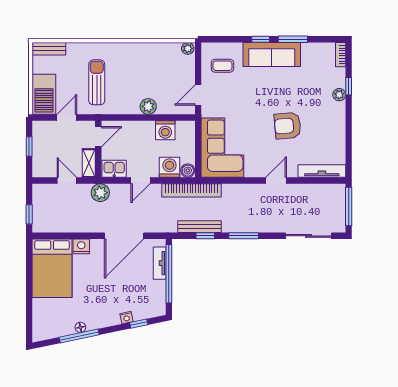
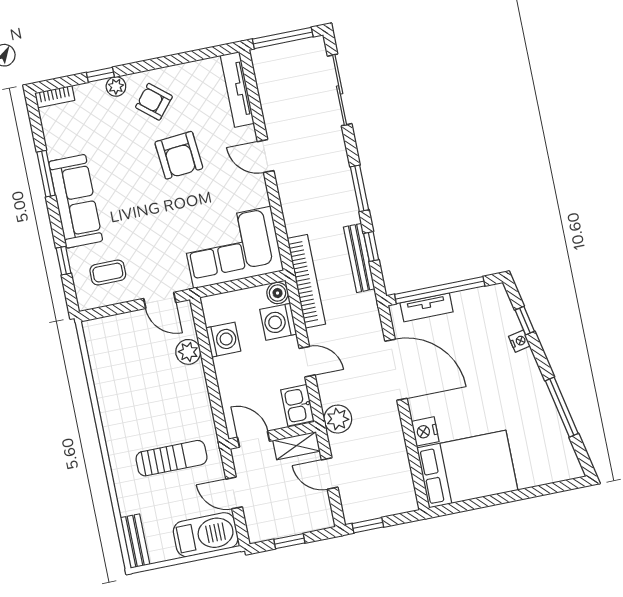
window: (261, 39) -> (64, 261), moved
plant: (188, 48) -> (92, 330), removed
coffee table: (222, 66) -> (108, 273), turned 90
sun lounger: (97, 82) -> (171, 458), turned 180
plant: (148, 106) -> (188, 352), moved
armchair: (325, 117) -> (154, 102), added
door: (67, 181) -> (330, 473), hinge flipped
window: (29, 214) -> (368, 525), moved
floor lamp: (80, 327) -> (548, 408), removed

